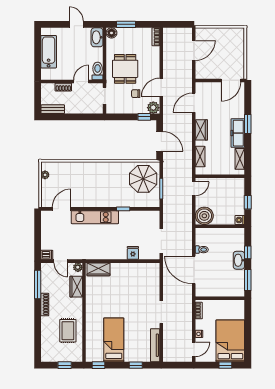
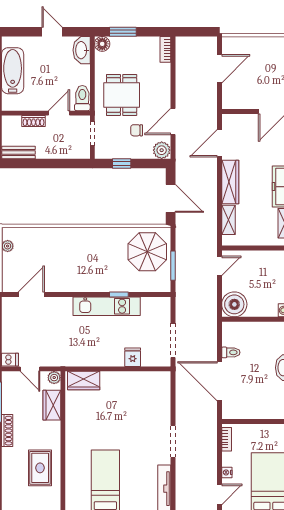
window: (144, 117) -> (122, 163), moved
wardrobe: (201, 130) -> (230, 182), width x1.50
kitchen unit: (95, 217) -> (107, 306), moved

